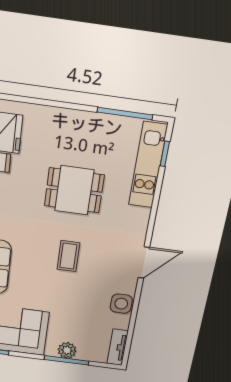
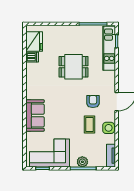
coffee table: (68, 256) -> (89, 124), moved
armchair: (101, 257) -> (93, 102), added

